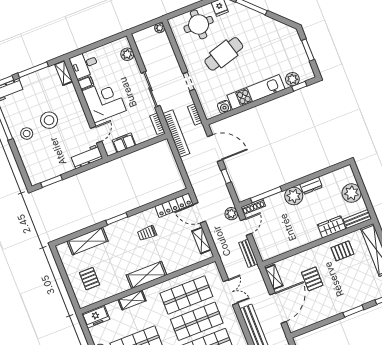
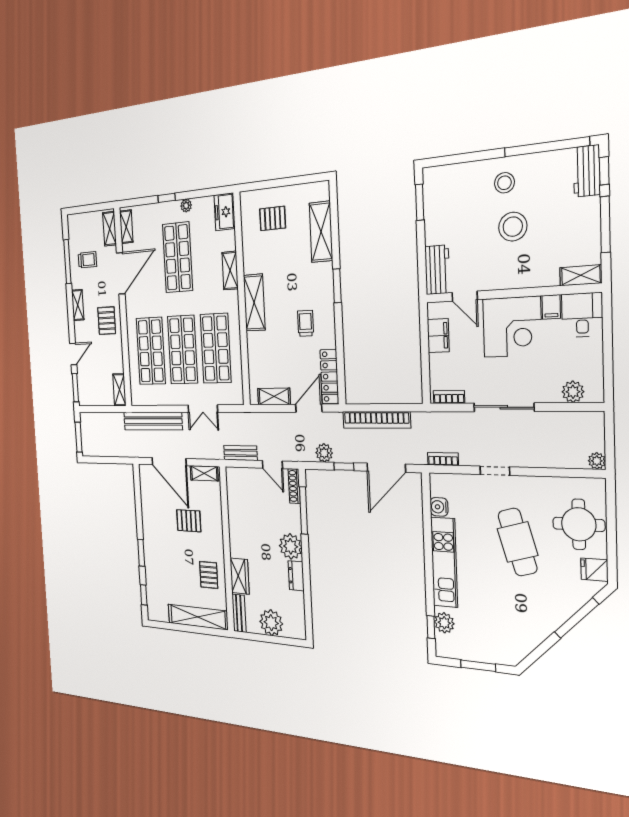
bookcase: (176, 134) -> (376, 420), moved
plant: (231, 214) -> (324, 453), moved

